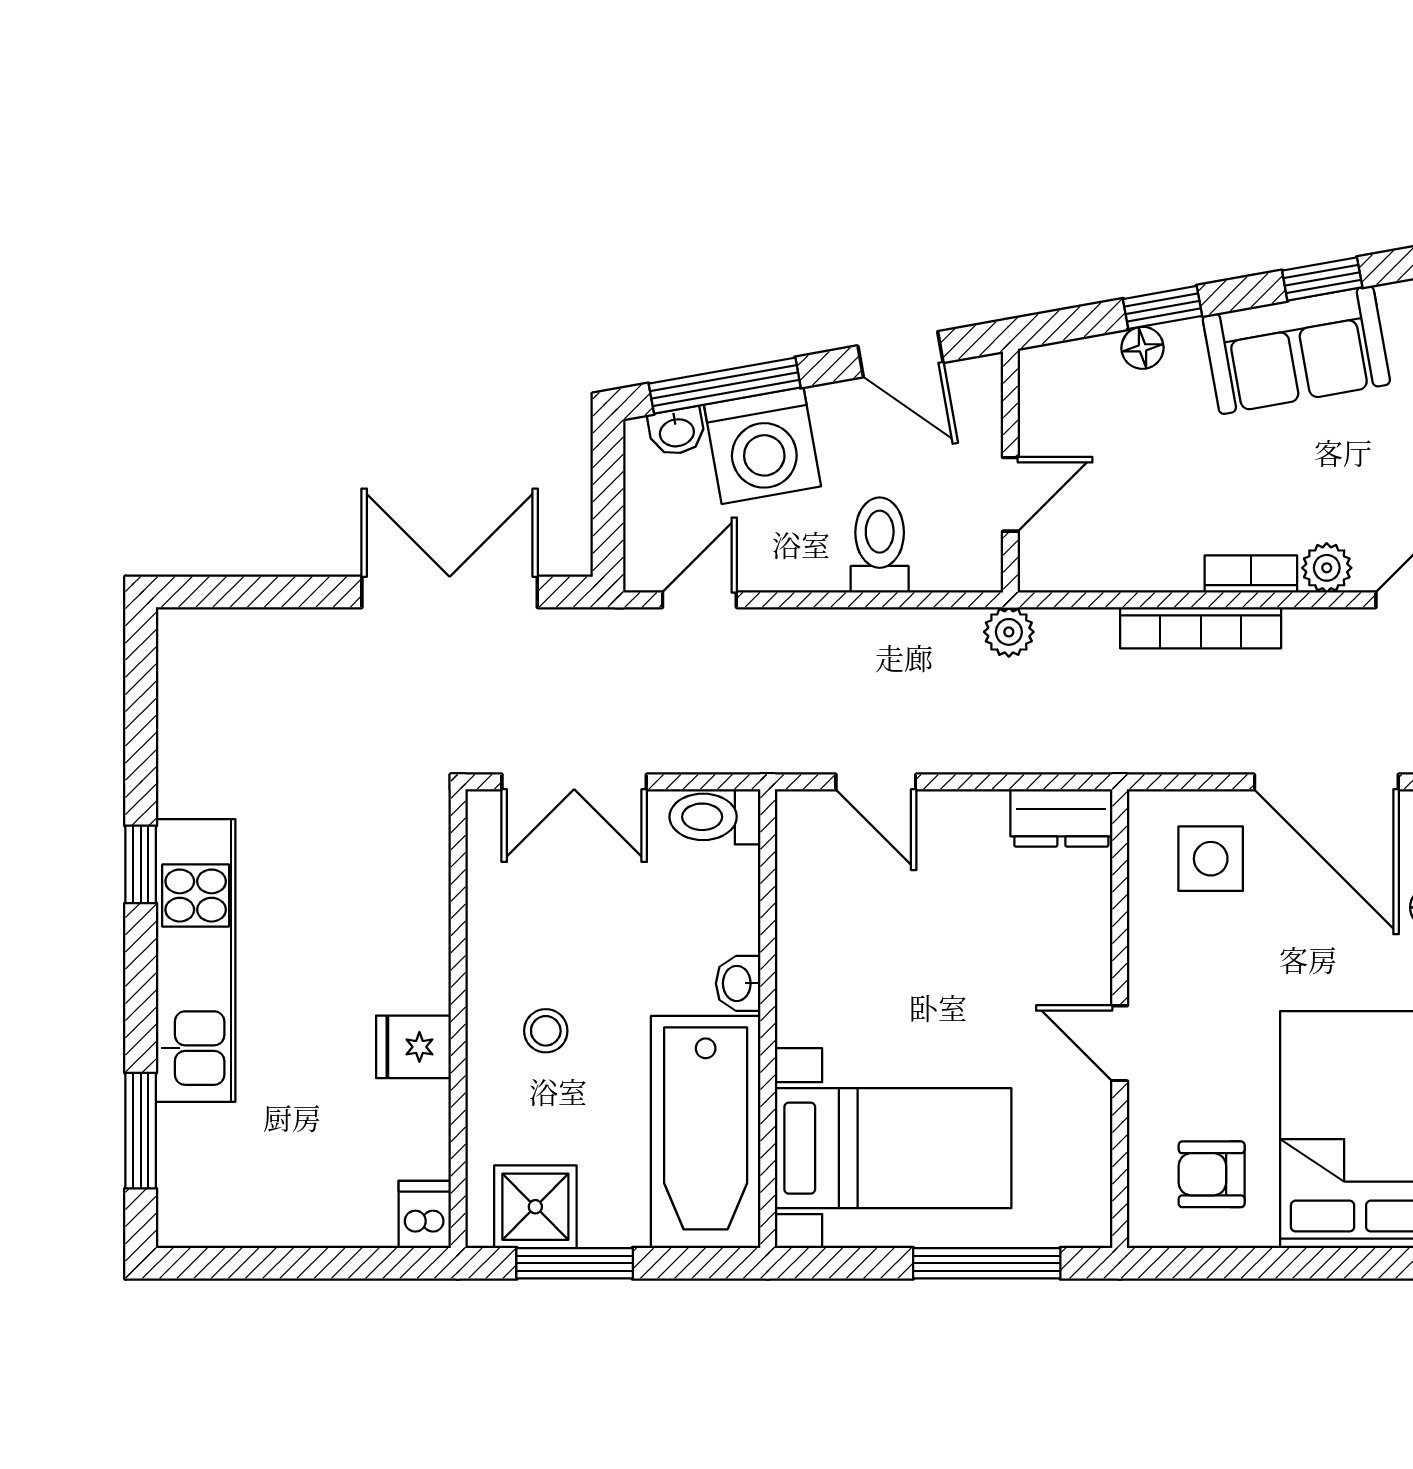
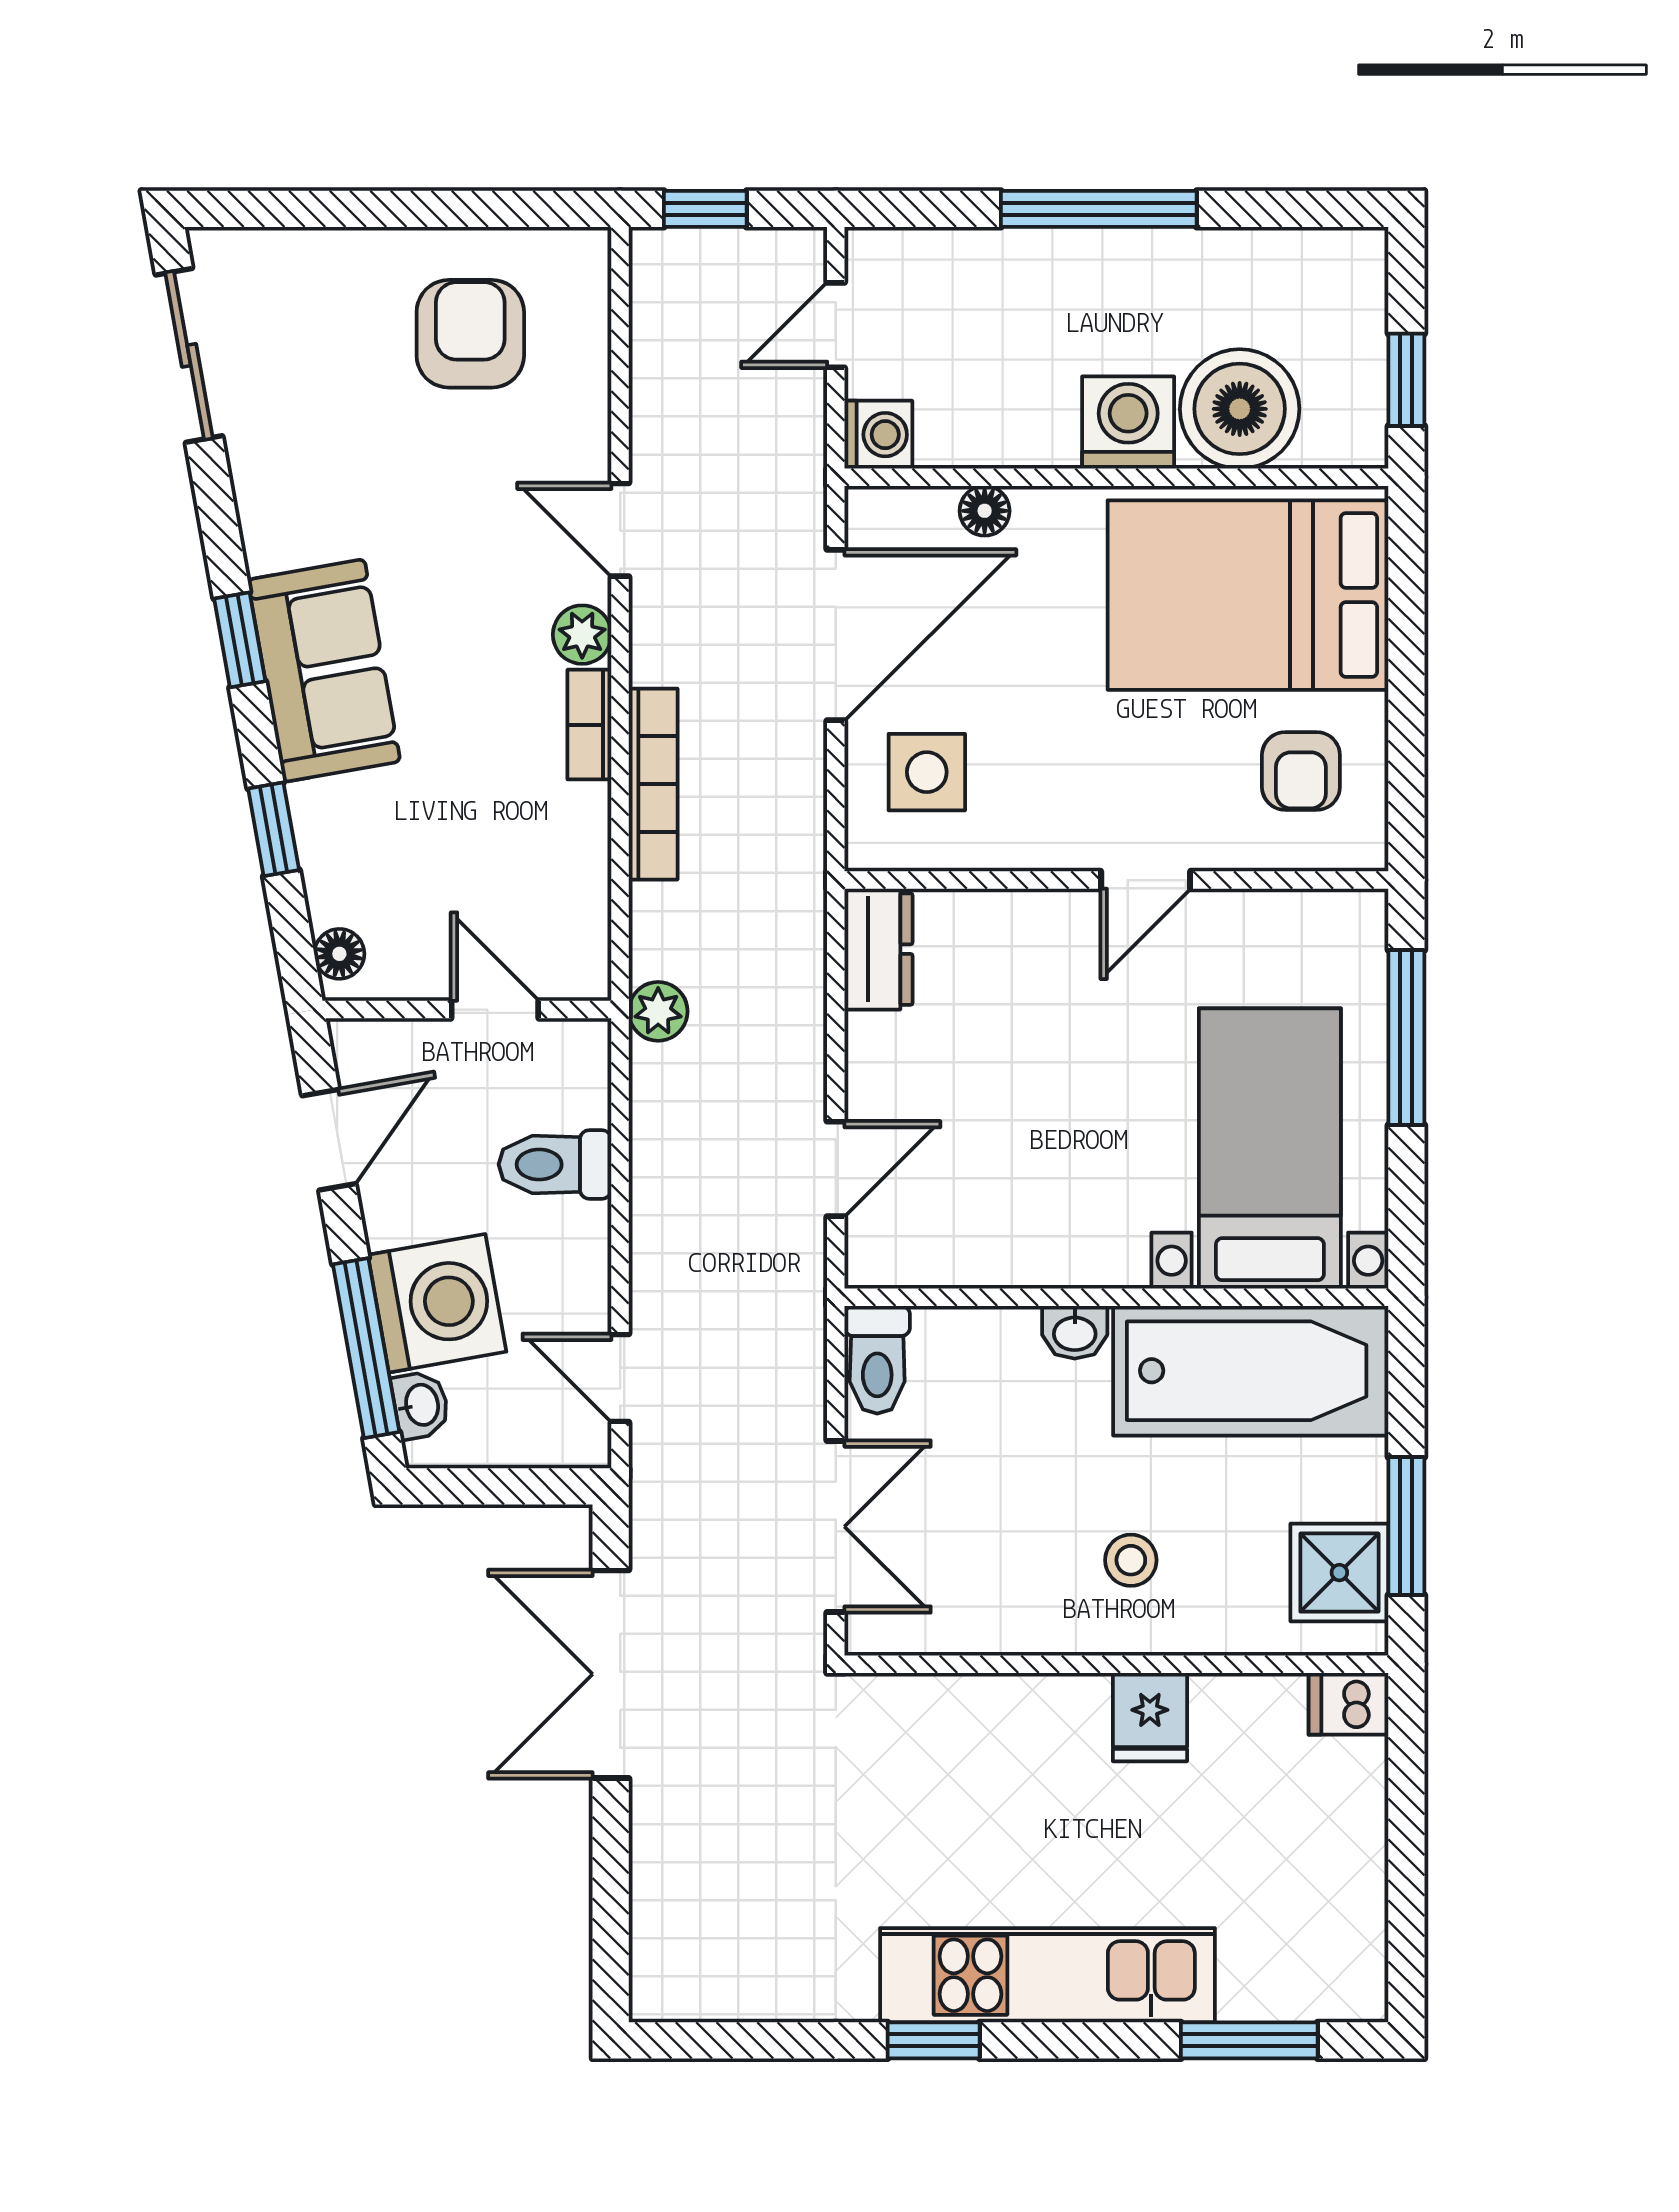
floor lamp: (1142, 348) -> (339, 954), moved

